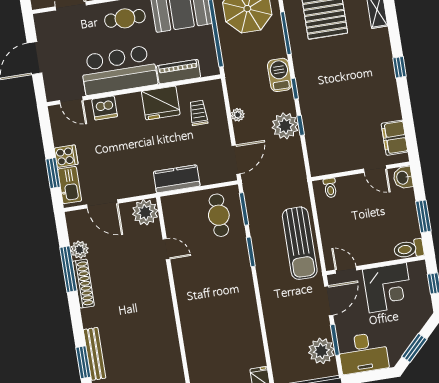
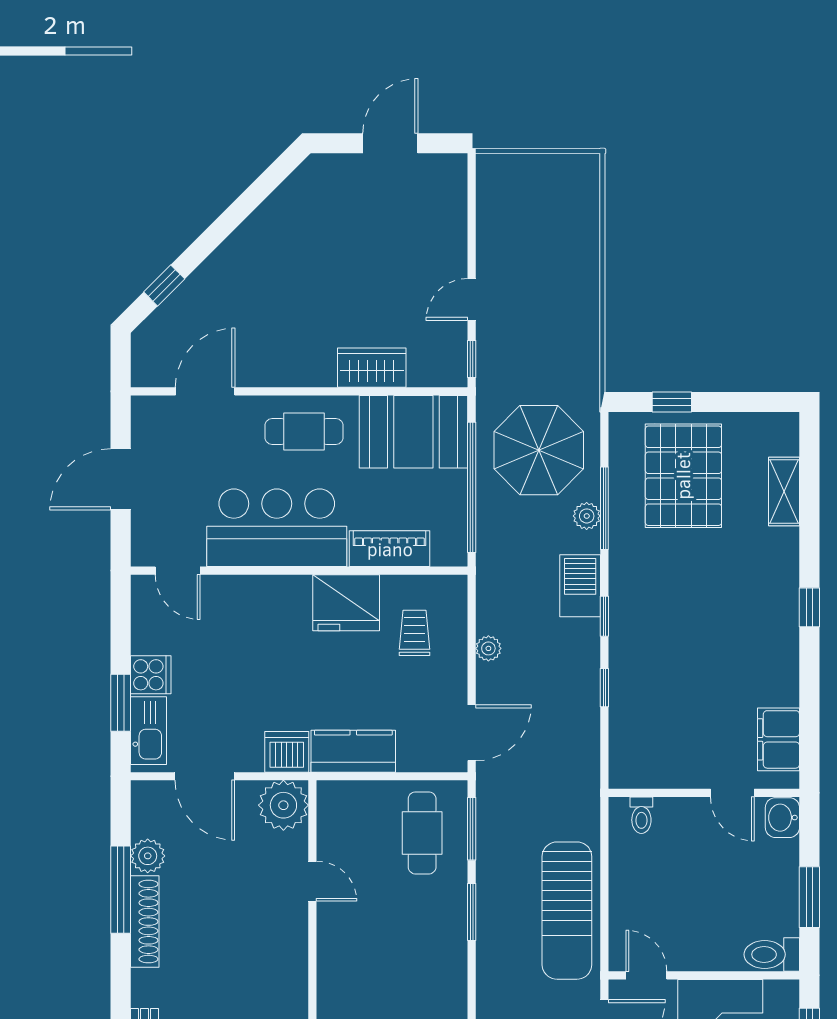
dishwasher: (105, 108) -> (287, 752), moved, turned 180
plant: (285, 126) -> (587, 516), moved, width x0.53, depth x0.53

